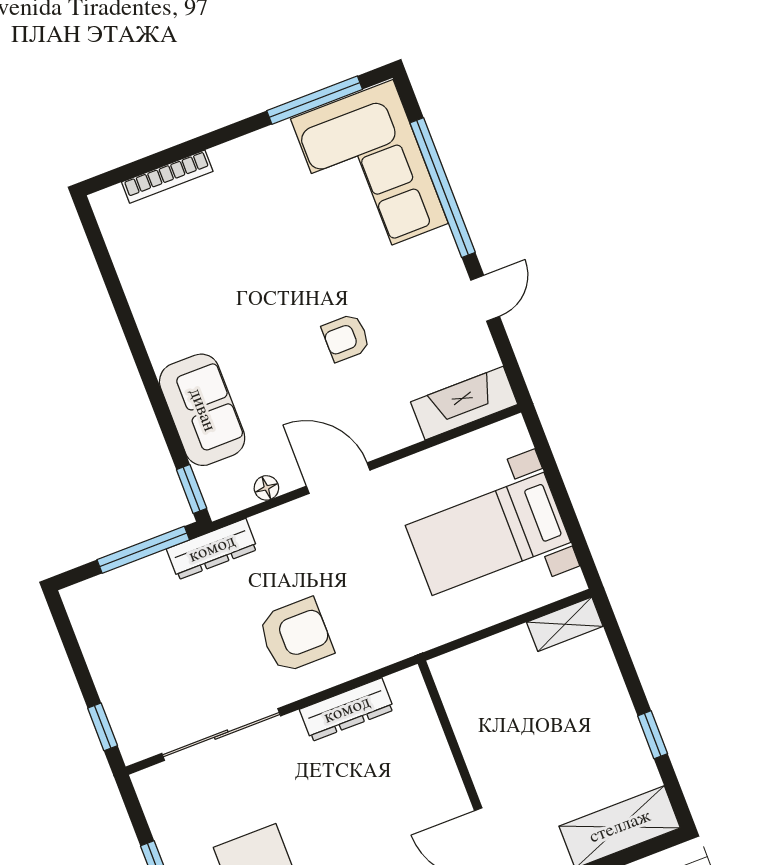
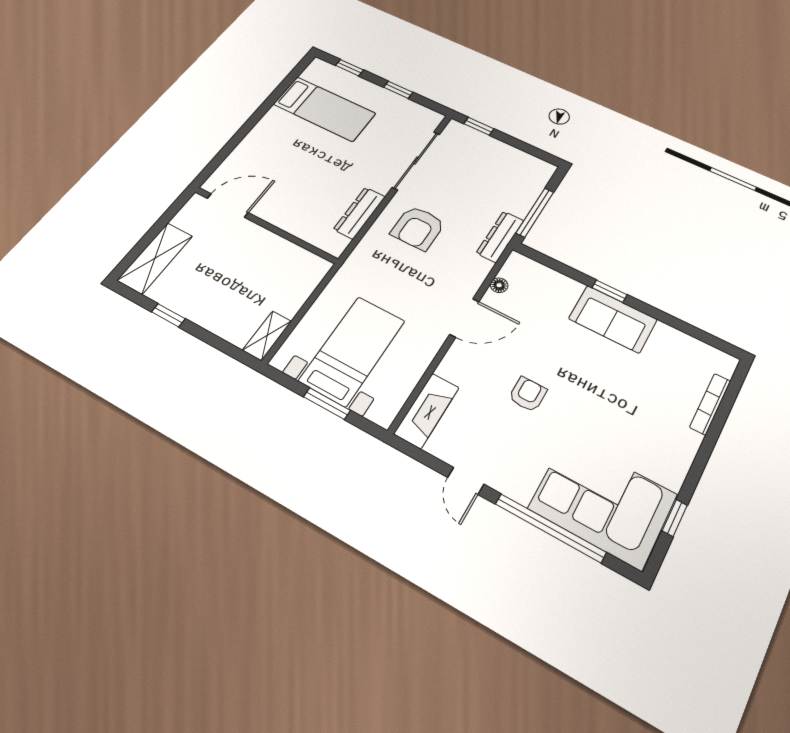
window: (315, 100) -> (675, 518), width x0.46
sofa: (202, 410) -> (613, 319), moved
window: (192, 489) -> (609, 291), moved
window: (559, 492) -> (327, 404), added

